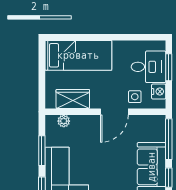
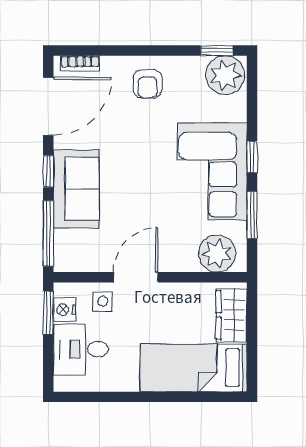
window: (169, 67) -> (48, 313), moved
wardrobe: (73, 99) -> (232, 315), moved, turned 90
plant: (64, 121) -> (217, 254), width x1.88, depth x1.88

